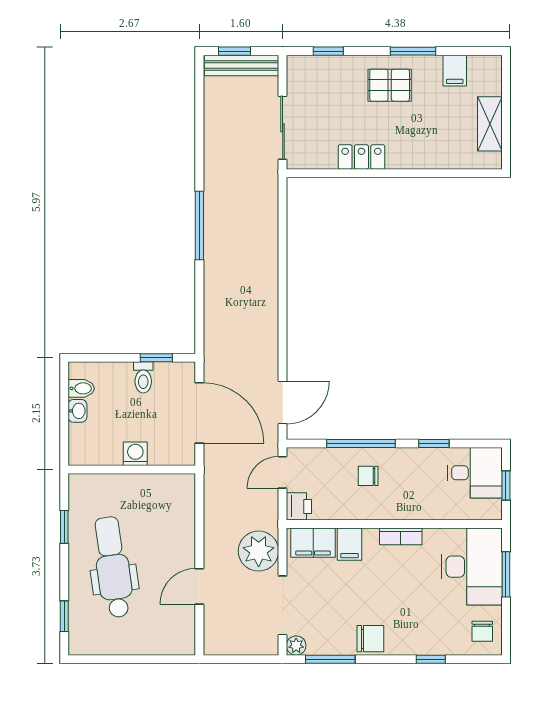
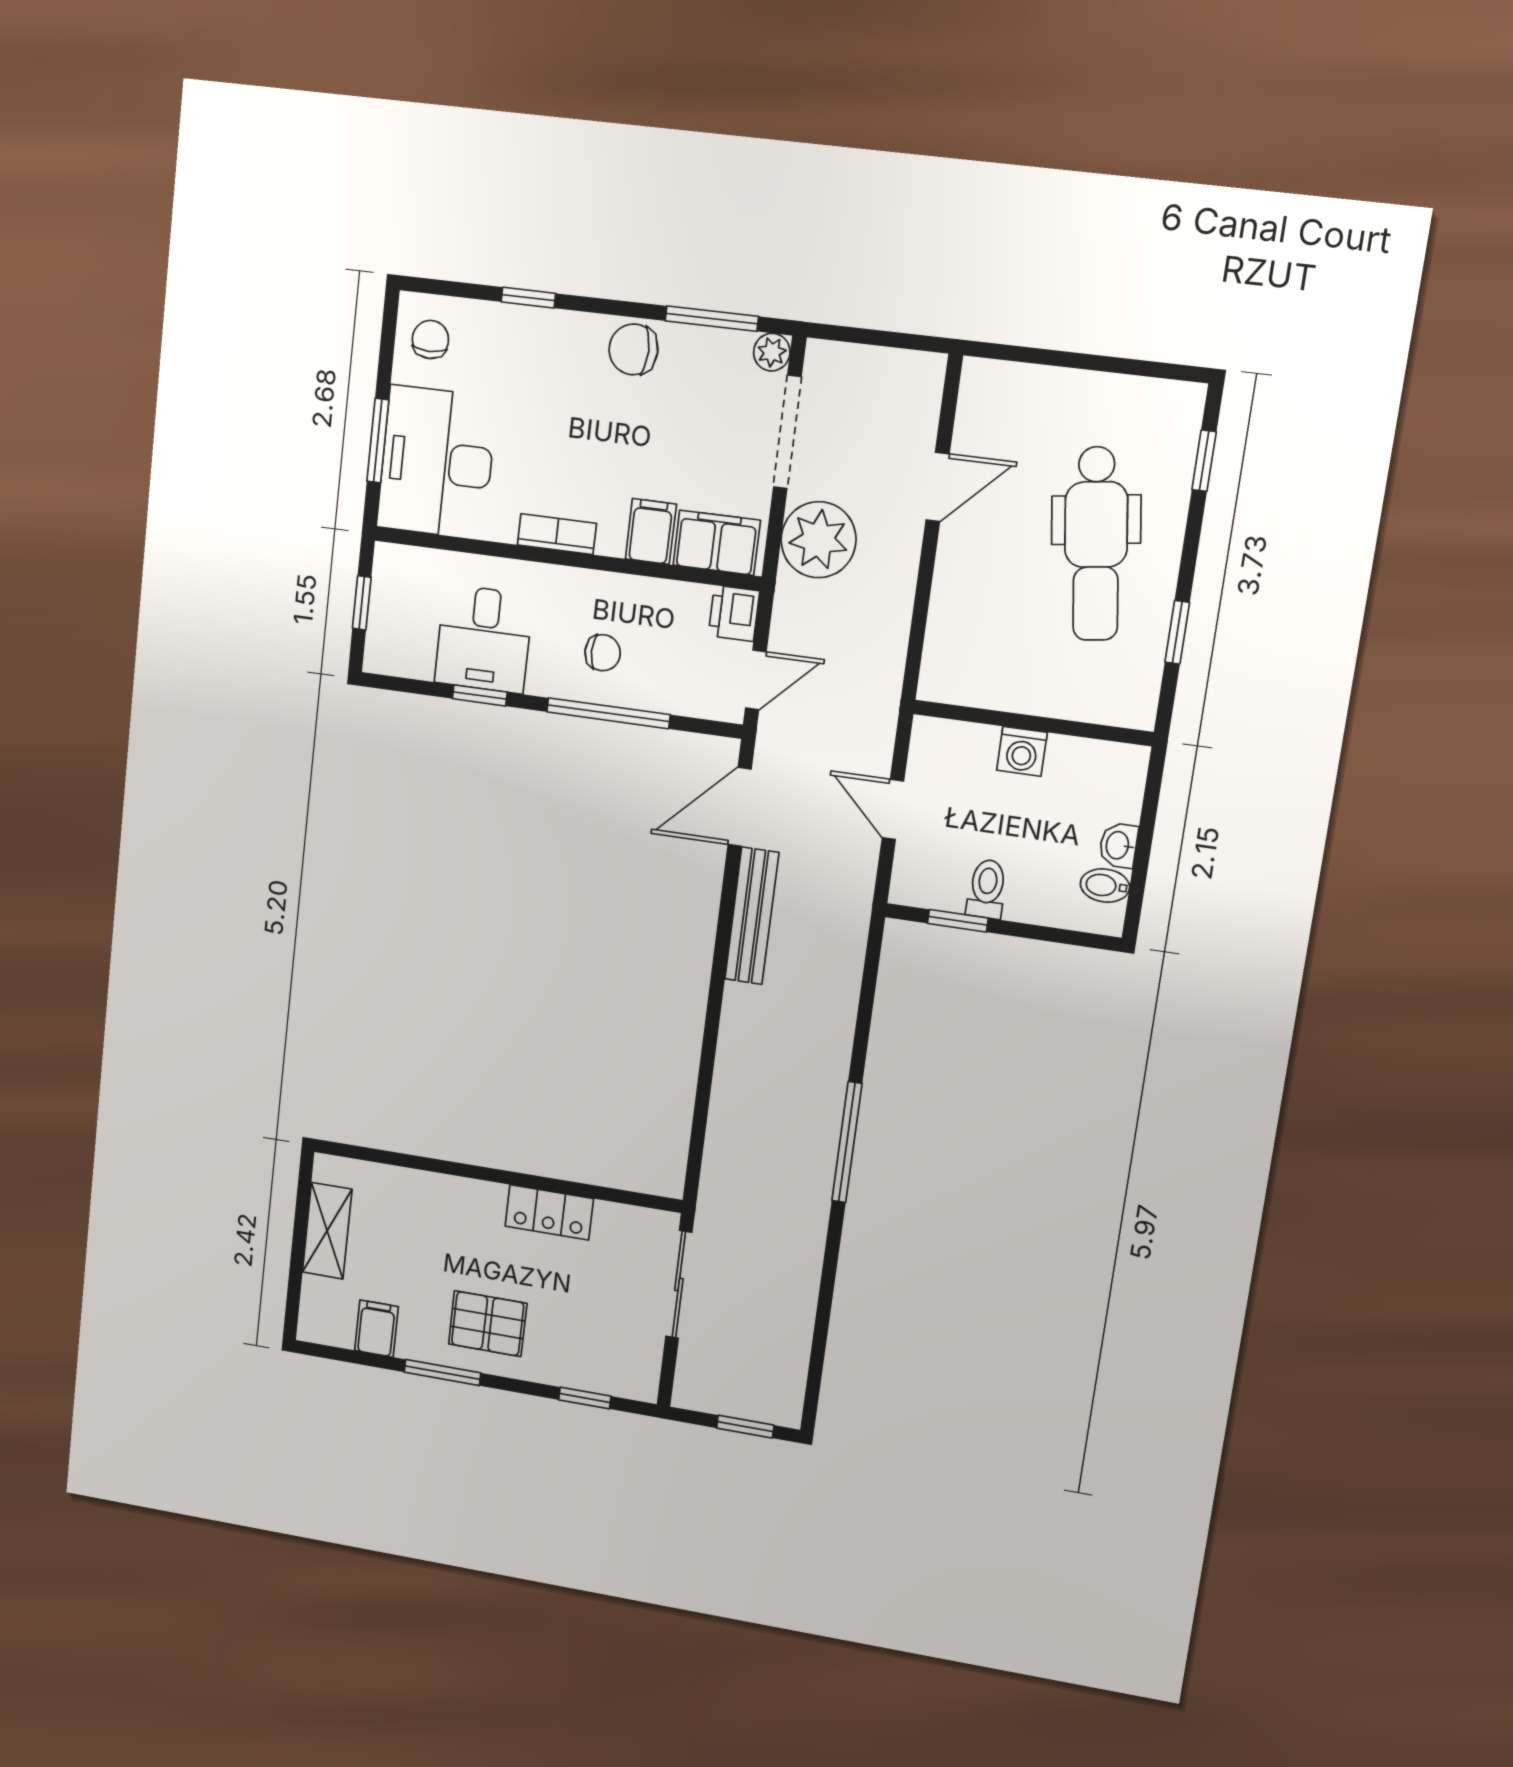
bench: (241, 65) -> (752, 916), moved, turned 90
door: (199, 413) -> (893, 809), width x0.53
desk: (475, 473) -> (484, 639), moved, turned -90

